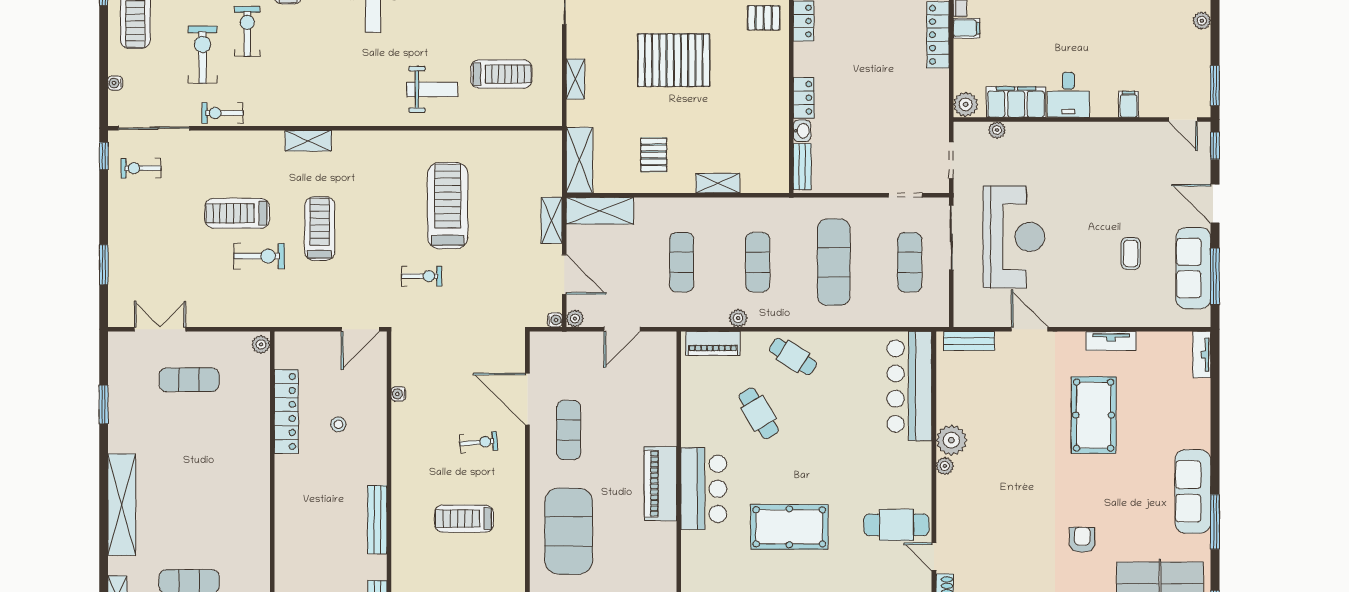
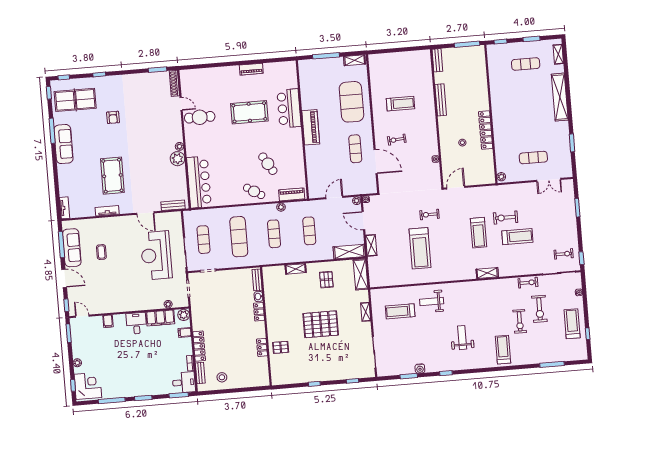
filing cabinet: (967, 28) -> (185, 332), moved
locker: (286, 411) -> (486, 130), moved
bar counter: (704, 489) -> (289, 108), moved

